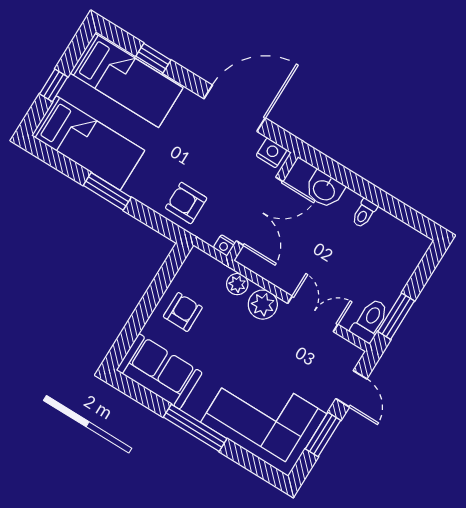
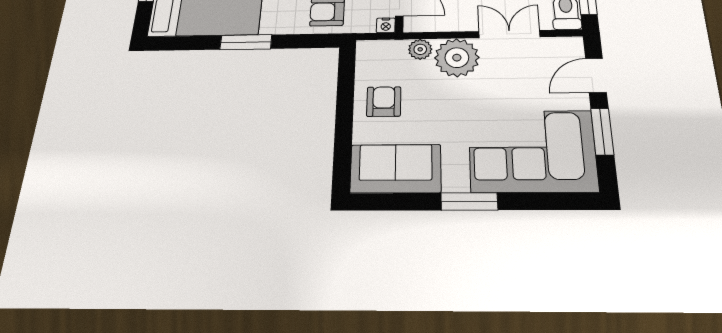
plant: (263, 305) -> (457, 58), width x1.36, depth x1.36
door: (351, 389) -> (596, 75), swing flipped
window: (195, 428) -> (469, 201), width x0.69

